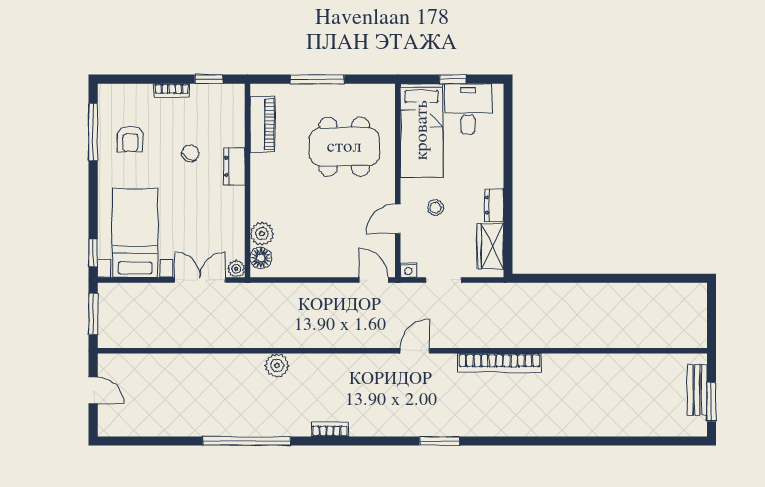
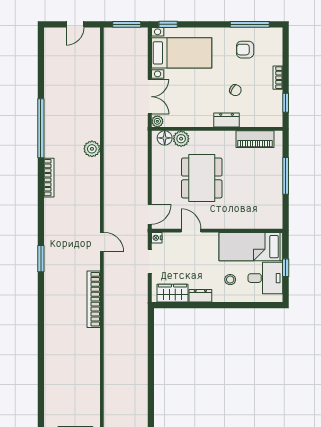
dining table: (344, 147) -> (202, 178), moved
stool: (436, 208) -> (230, 280), moved
bookcase: (330, 429) -> (49, 178), width x1.56

